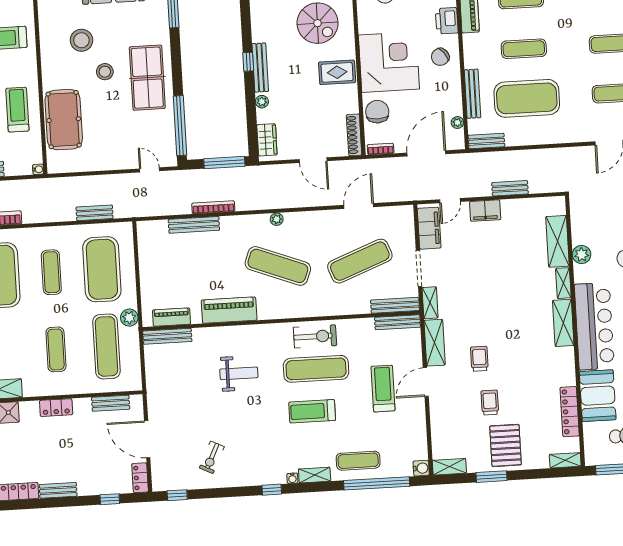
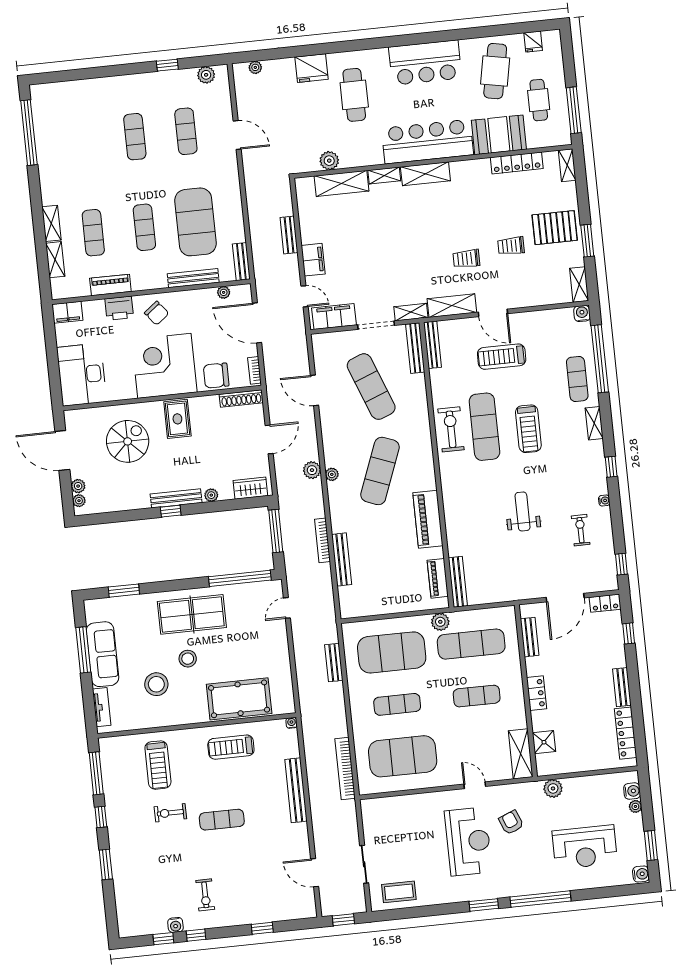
plant: (282, 200) -> (312, 470), added
plant: (582, 254) -> (329, 161), moved
weight bench: (239, 373) -> (523, 511), moved
exercise bike: (212, 457) -> (581, 530), turned -116
water cooler: (292, 478) -> (604, 501), moved

